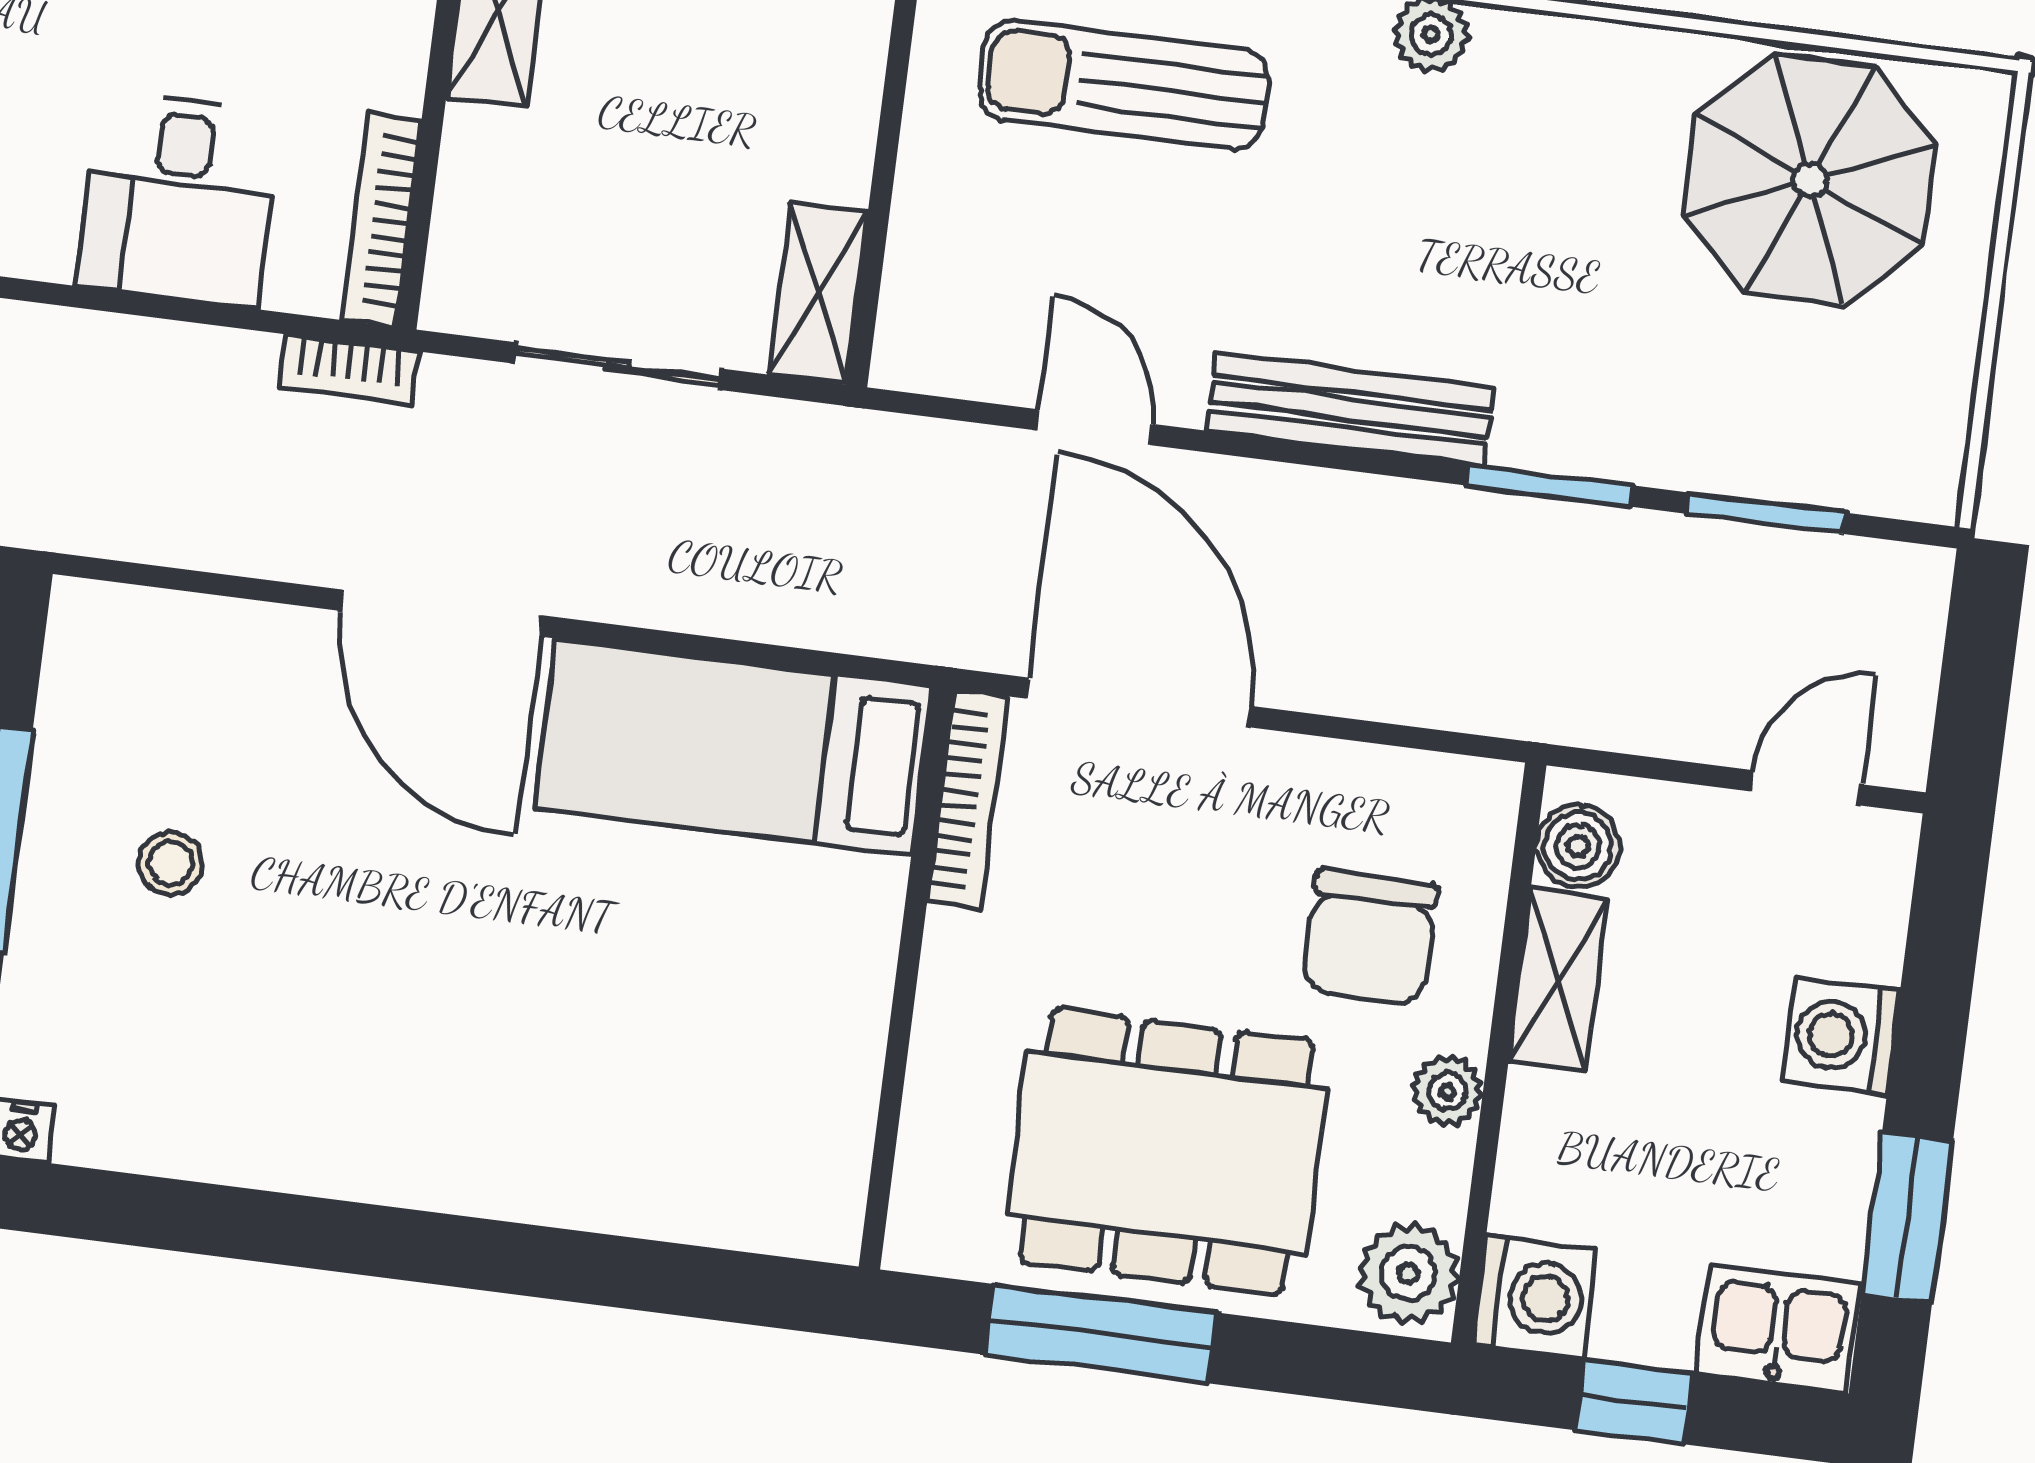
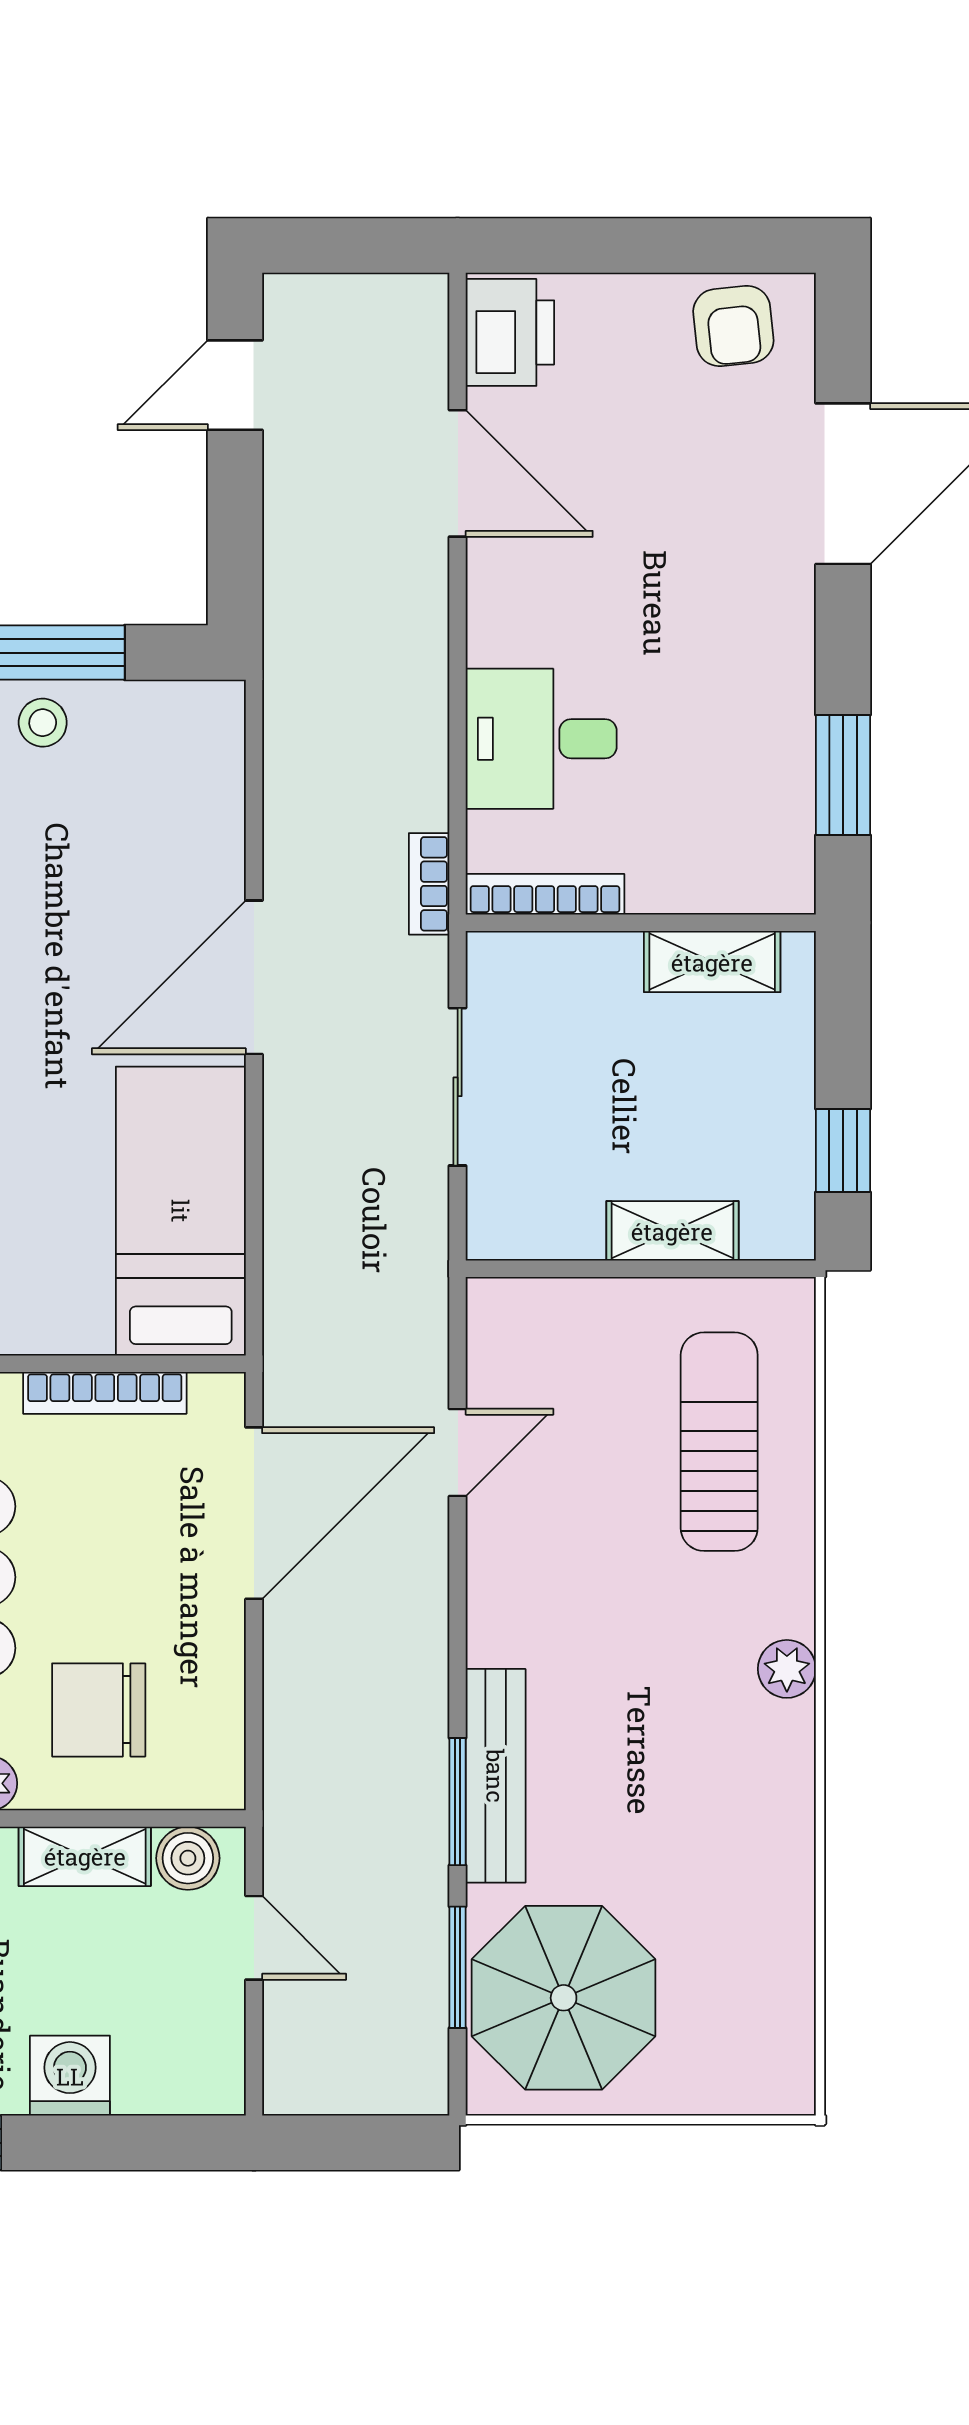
parasol: (1810, 180) -> (564, 1998), moved
shelving: (818, 293) -> (672, 1231), moved
bench: (1350, 410) -> (496, 1776), moved
door: (1806, 788) -> (254, 1938), moved
bookcase: (968, 799) -> (105, 1393), moved
stool: (171, 863) -> (43, 723), moved

